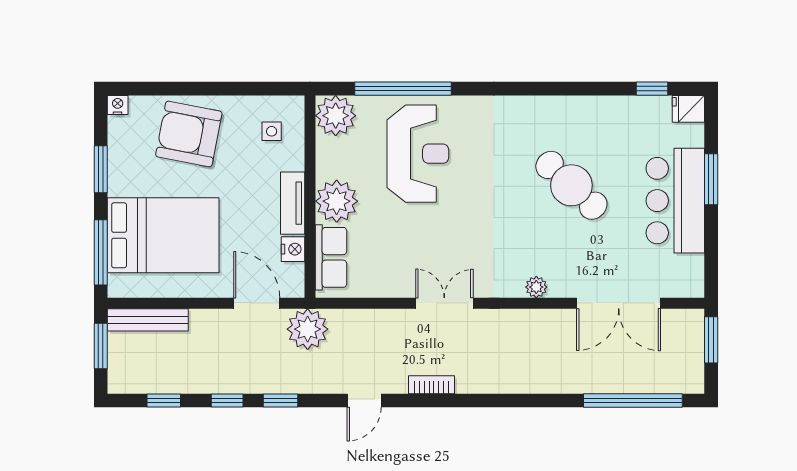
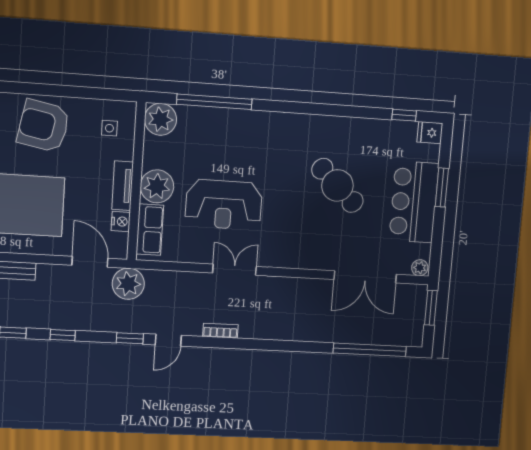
reception desk: (418, 154) -> (224, 205), moved, turned 90
plant: (536, 287) -> (420, 268), moved
window: (280, 401) -> (130, 338), moved

